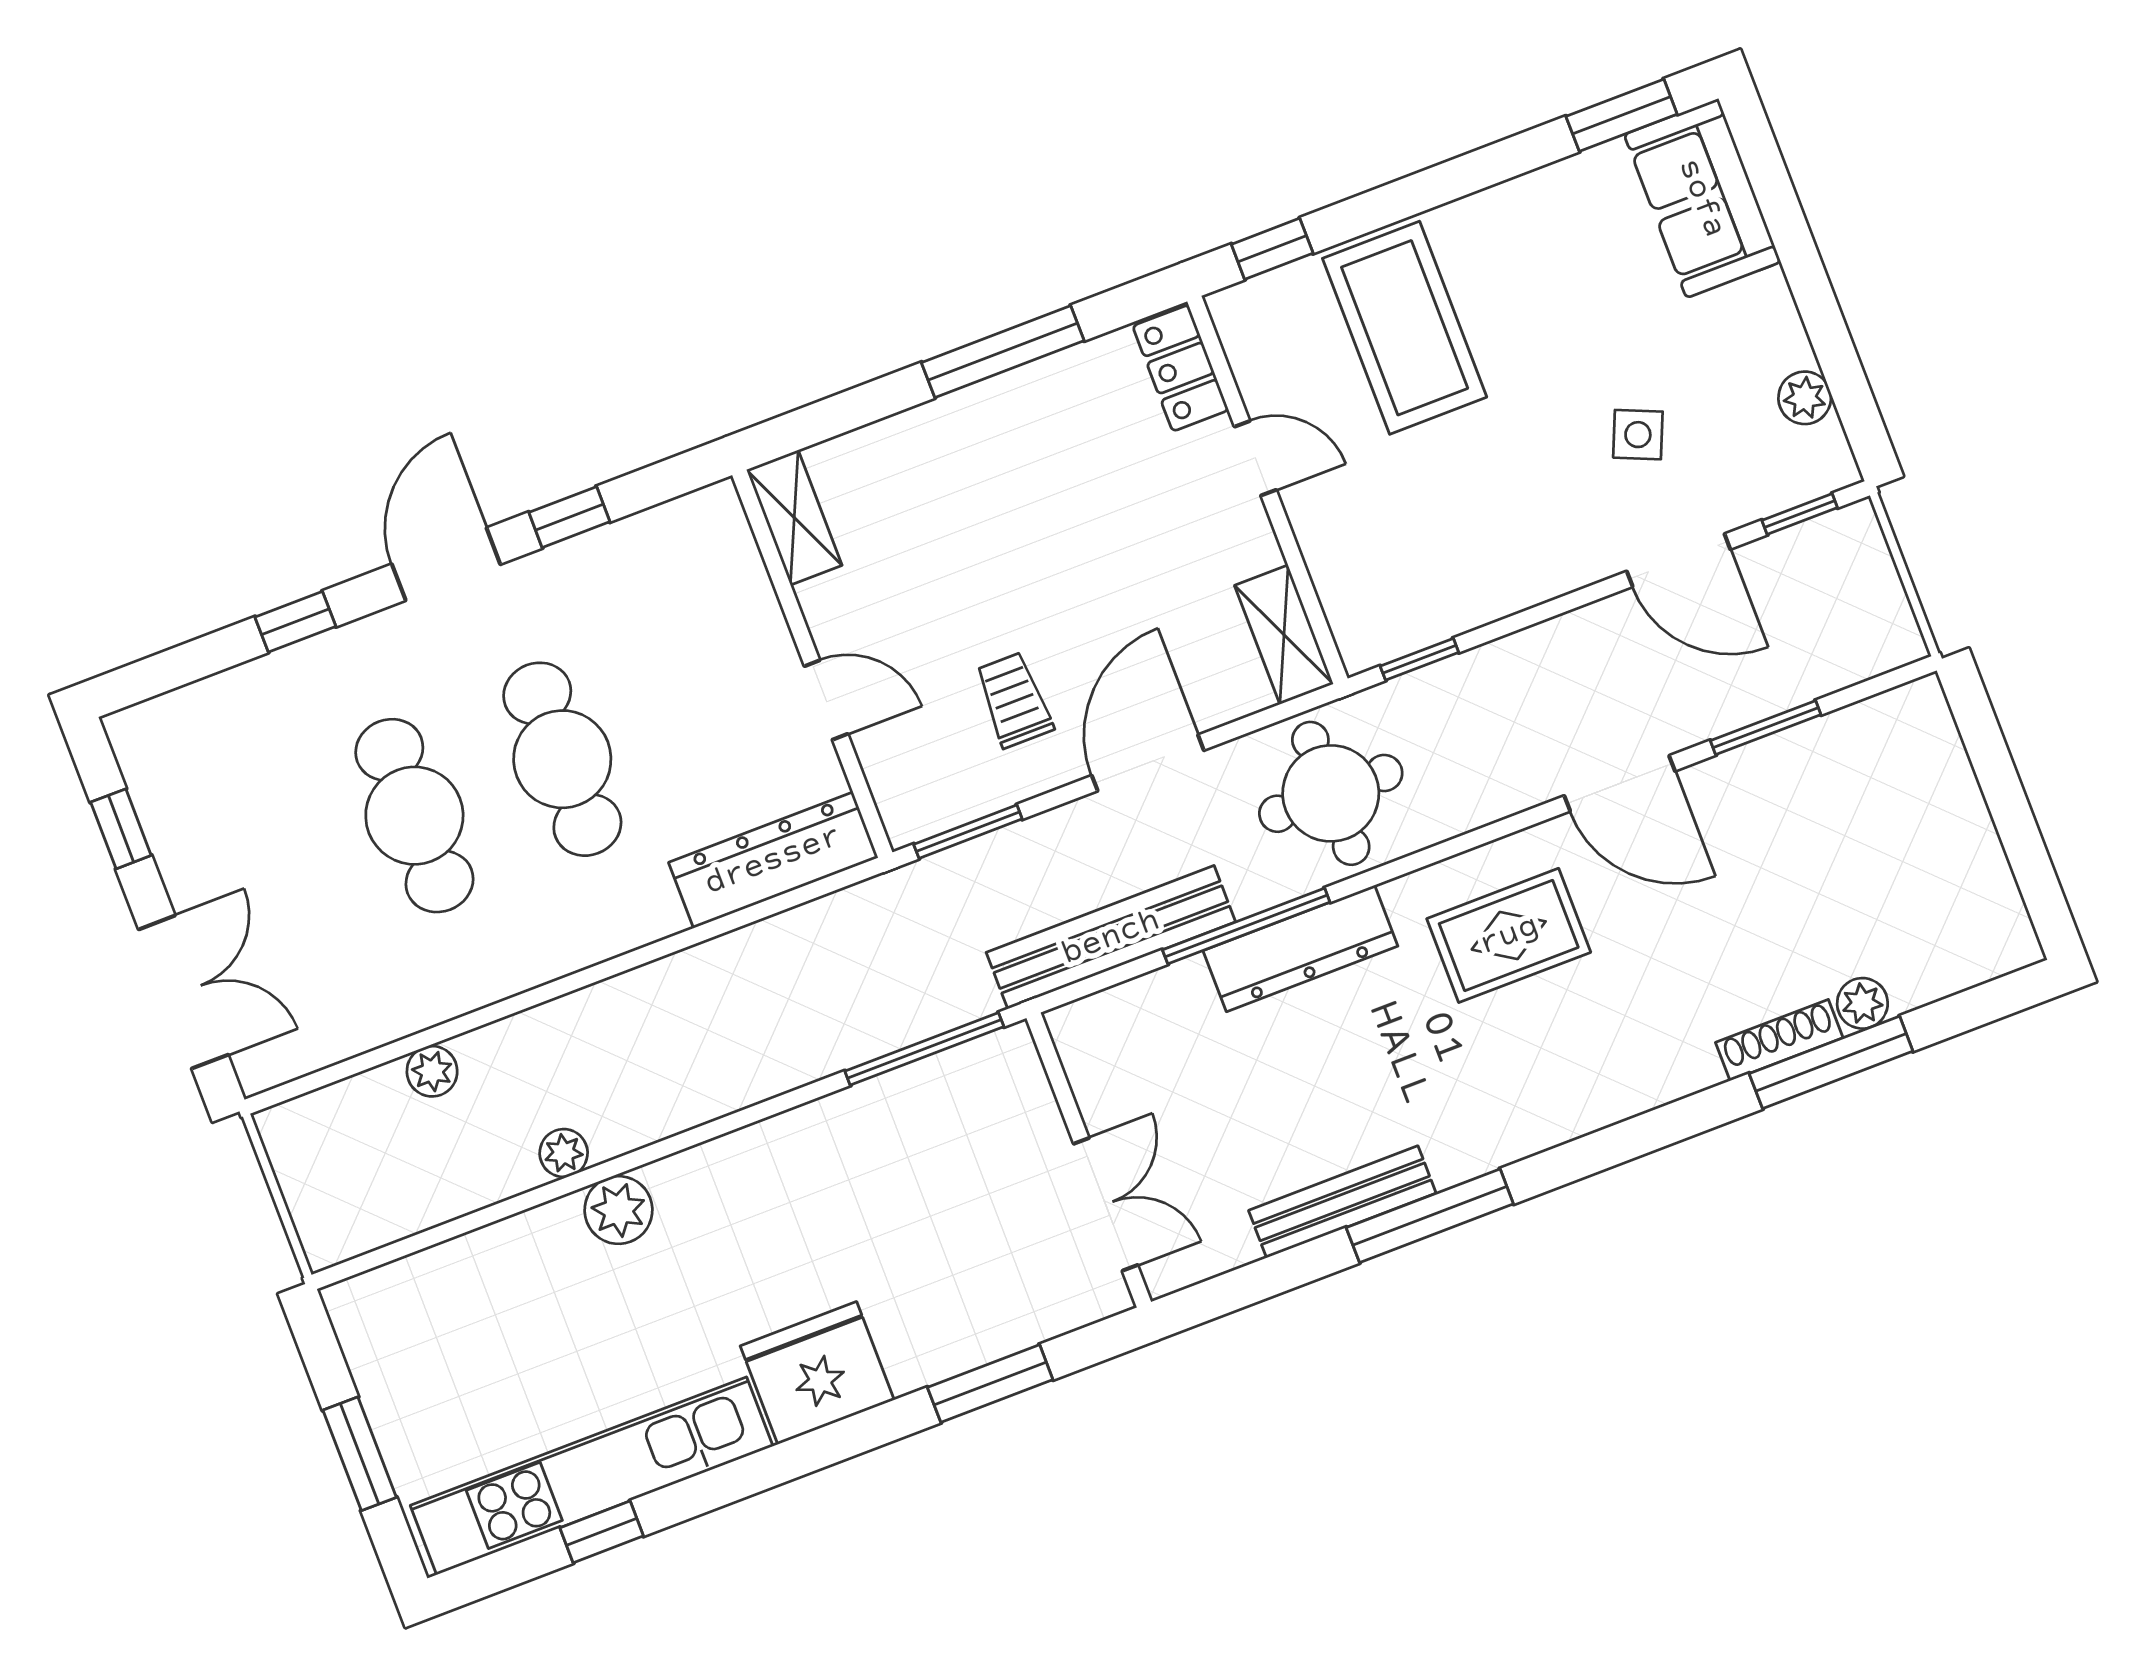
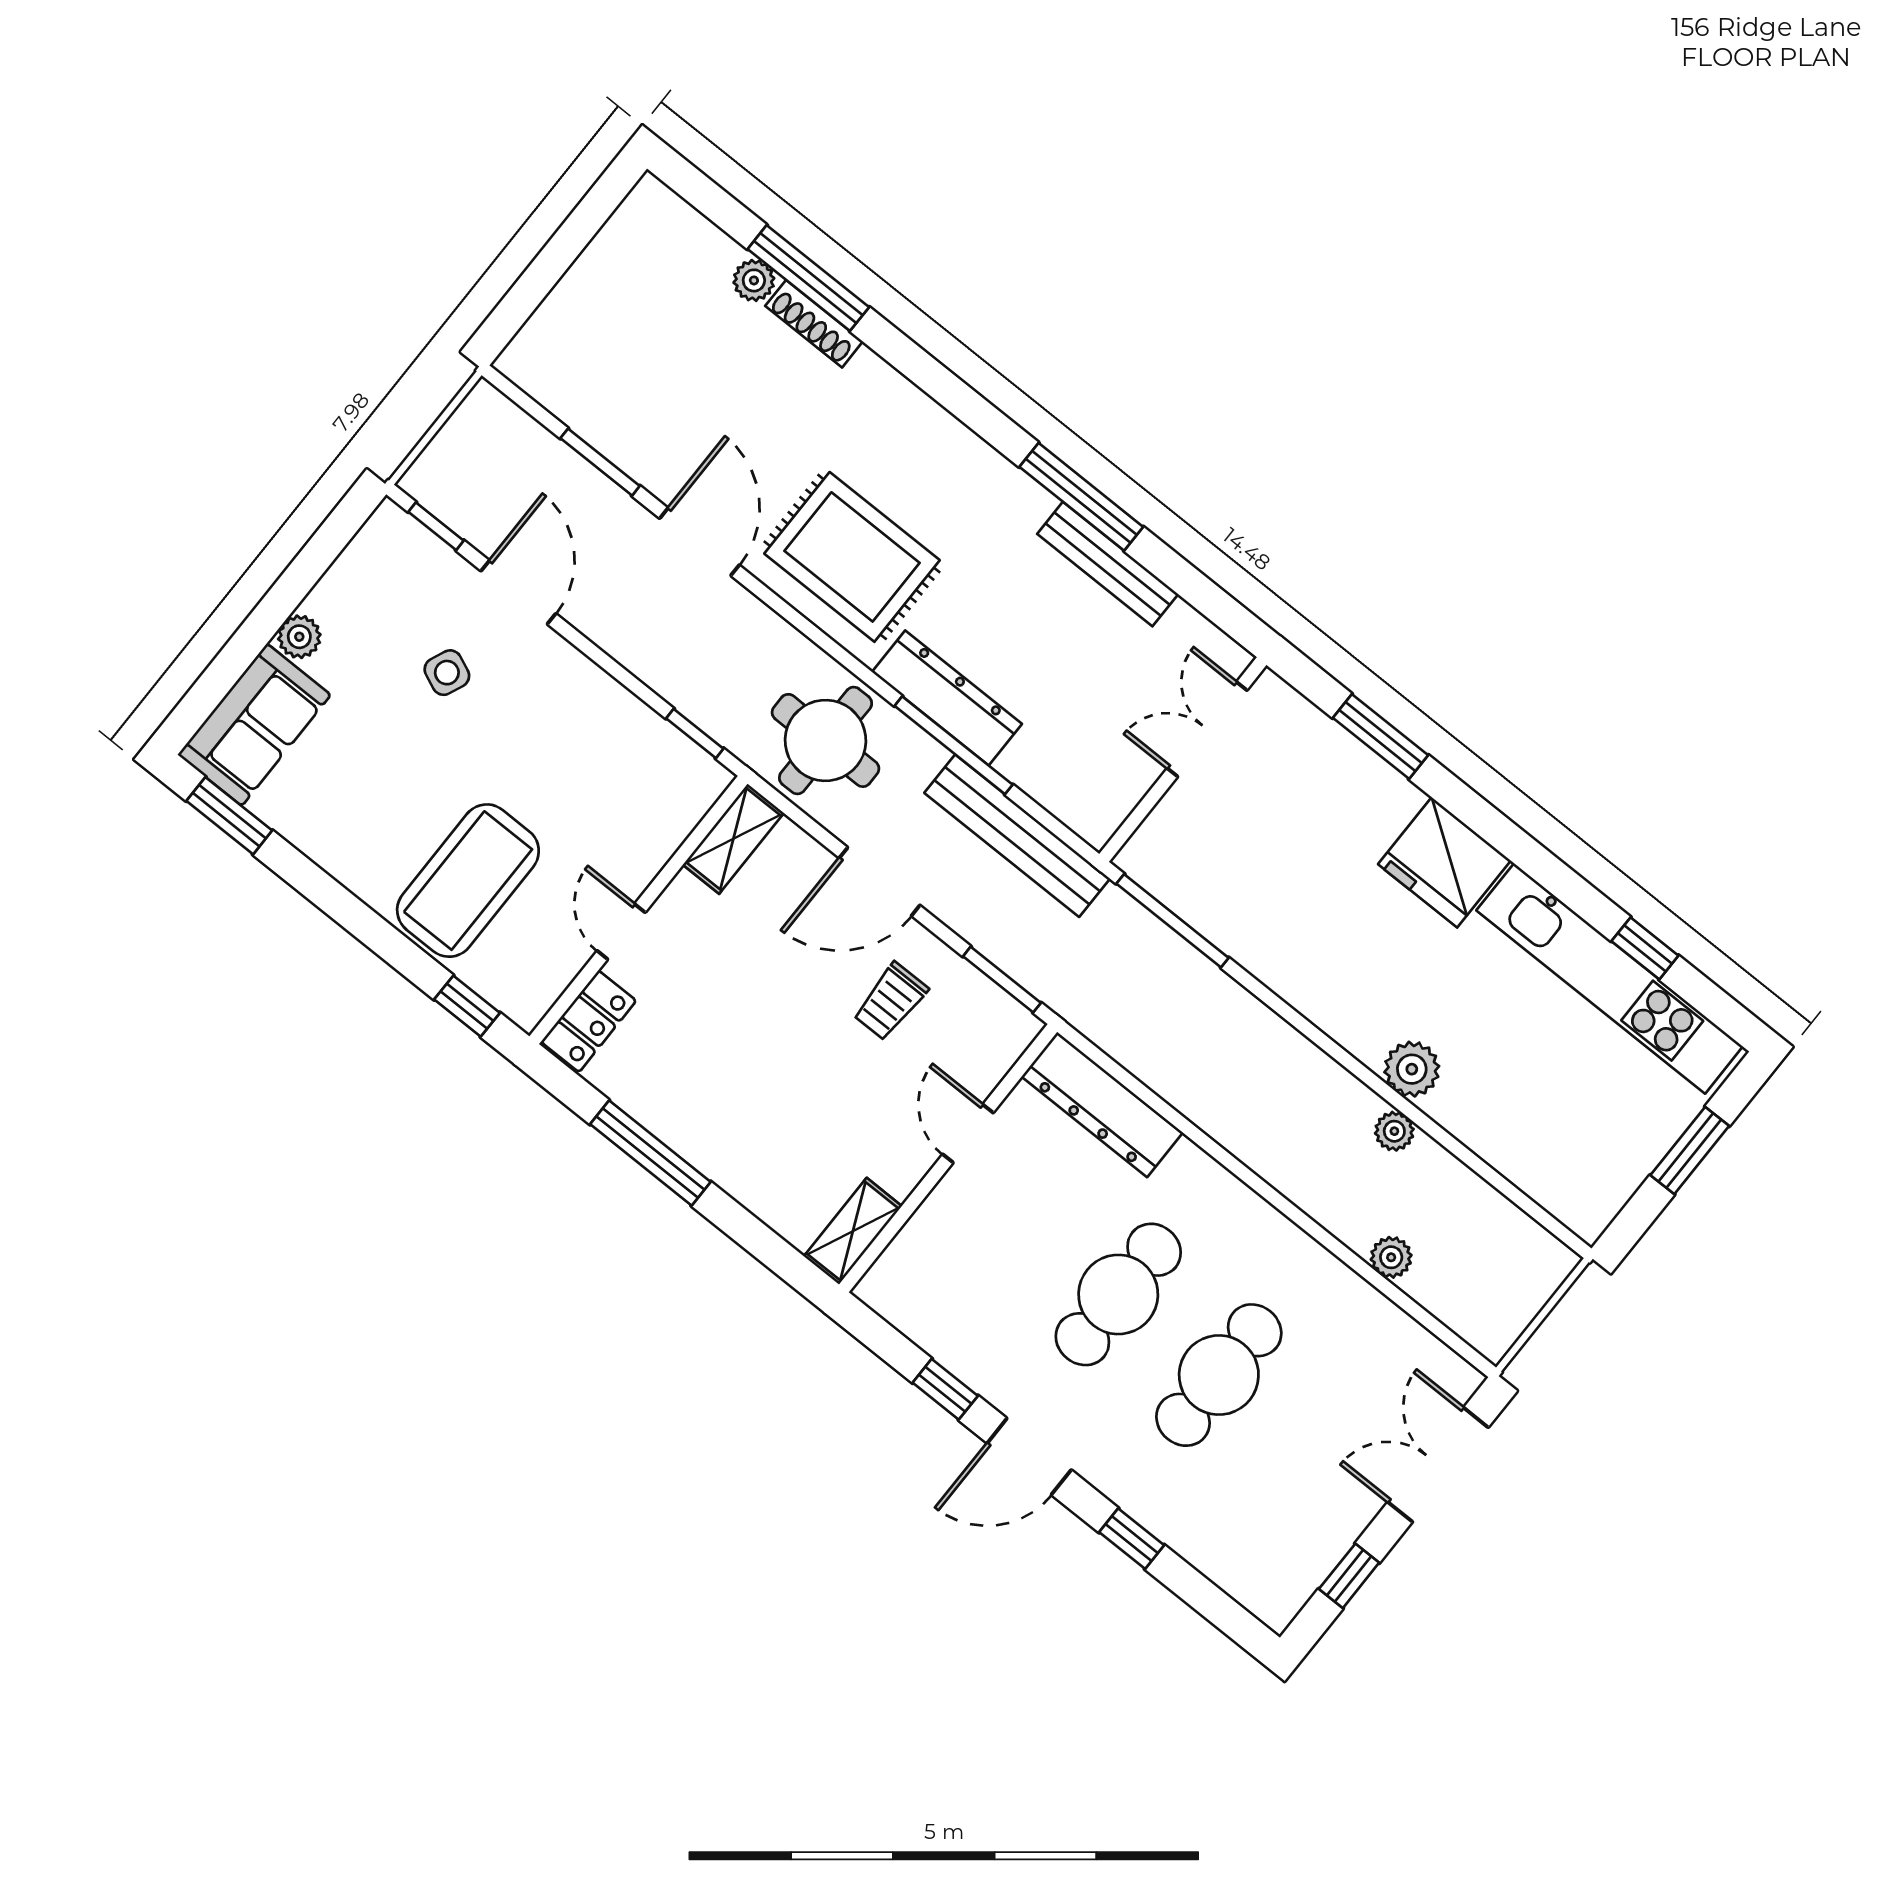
plant: (1805, 398) -> (299, 637), moved
rug: (1509, 935) -> (852, 557), width x1.36, depth x1.43

